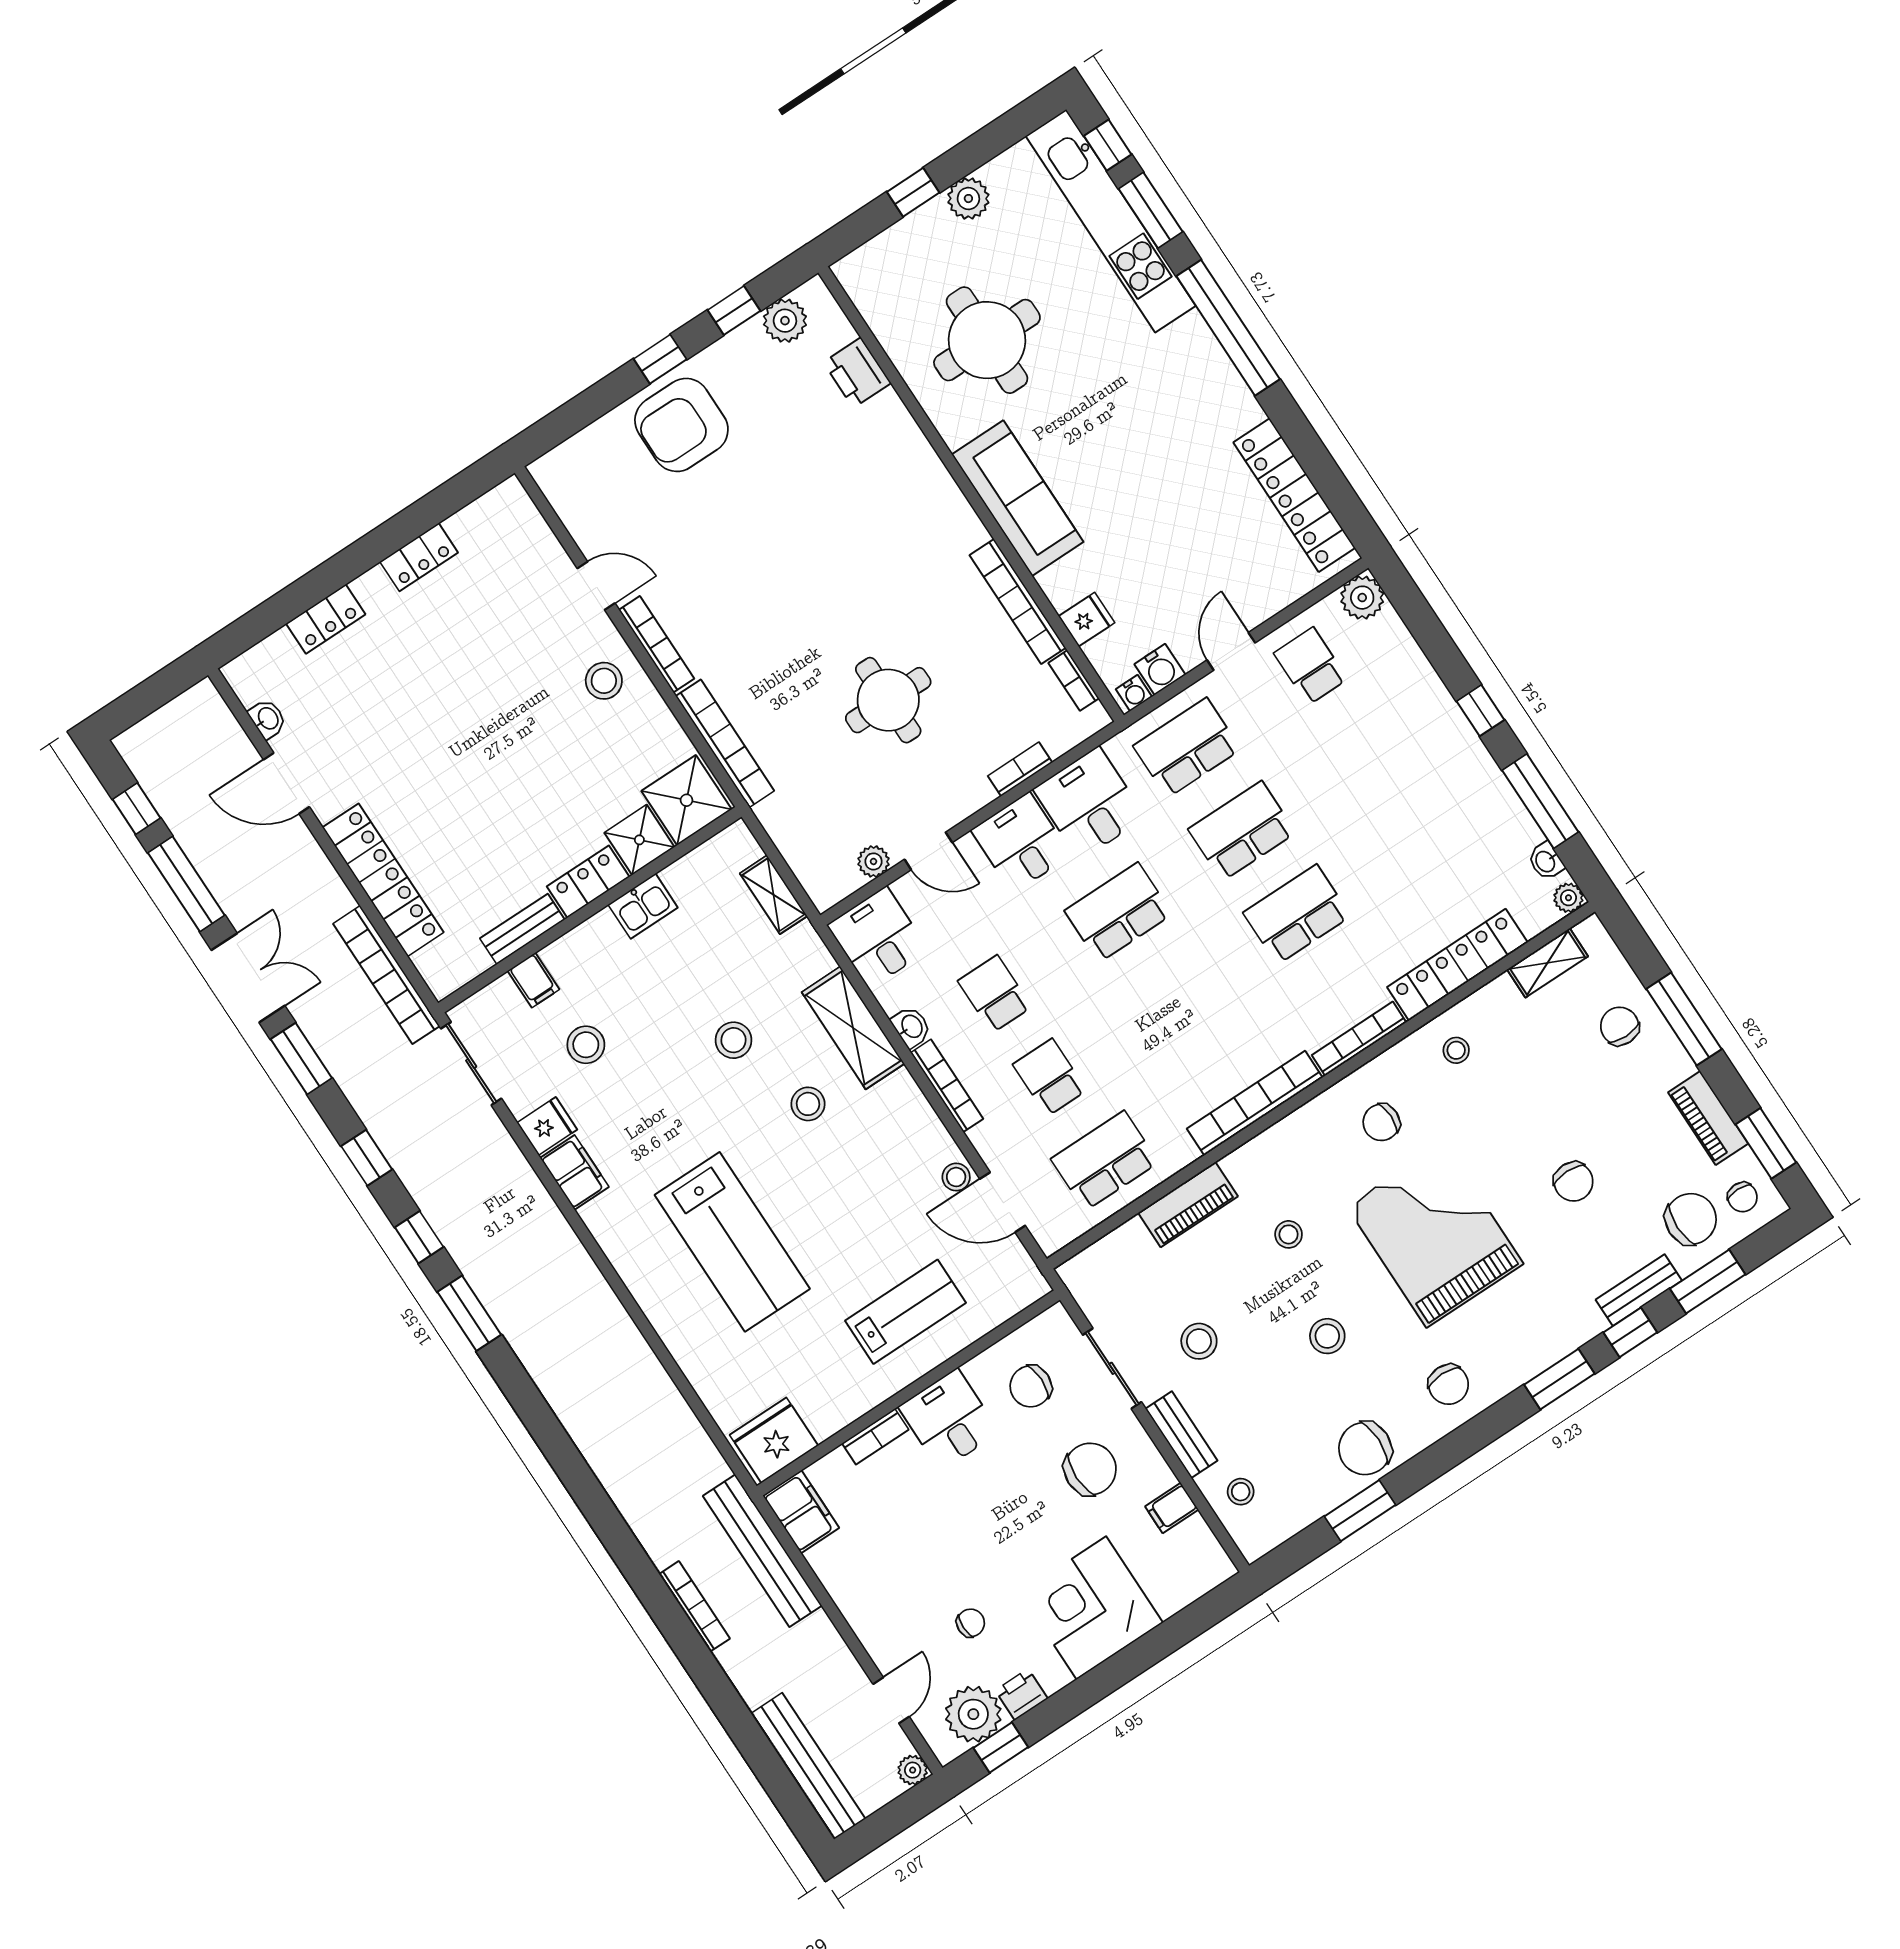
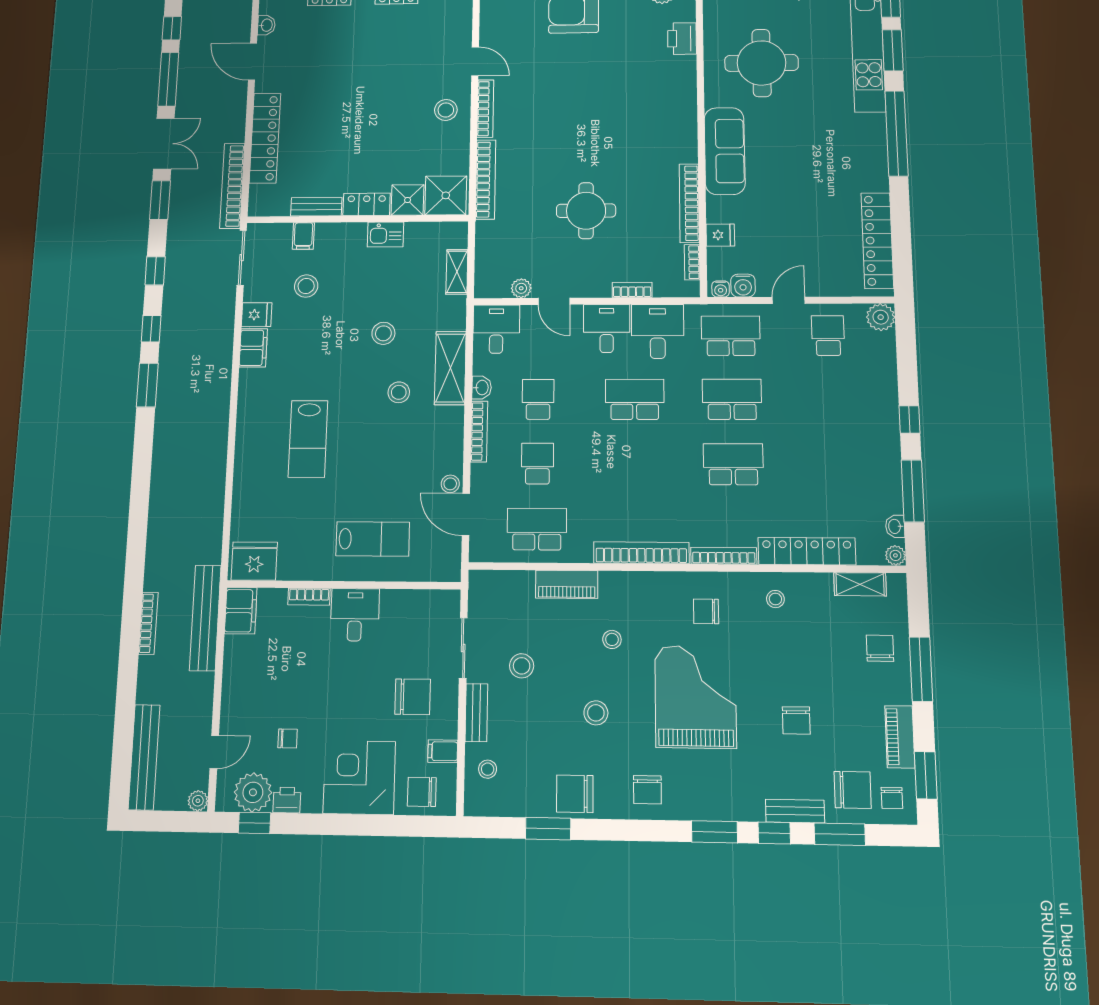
lab bench: (732, 1242) -> (308, 439), width x0.73, depth x0.72
chair: (1031, 1386) -> (422, 792), moved

